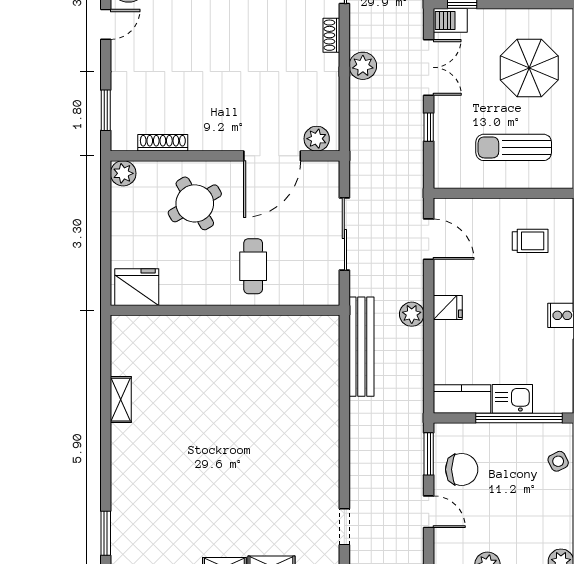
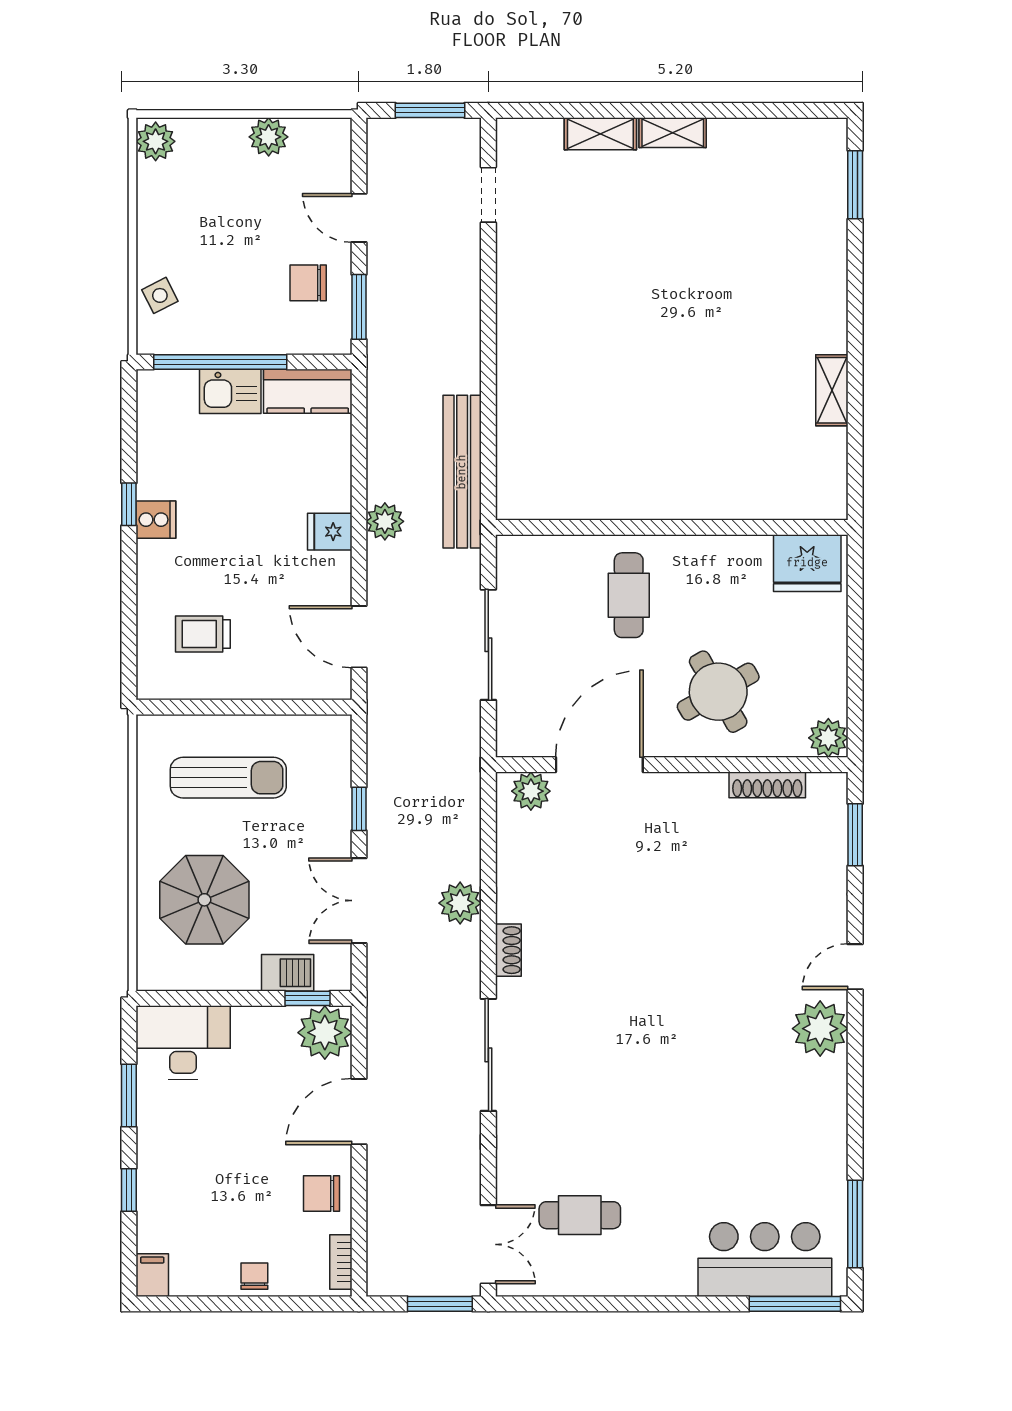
barbecue: (450, 20) -> (288, 973), moved
chair: (462, 469) -> (308, 283), width x0.73, depth x0.73

